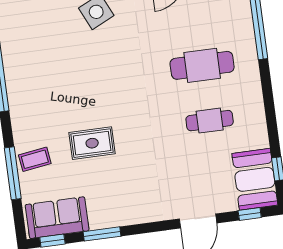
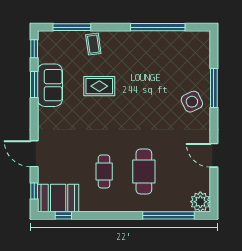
rug: (92, 143) -> (99, 86), turned 90
window: (13, 173) -> (72, 27), moved
sofa: (57, 218) -> (50, 85), moved

